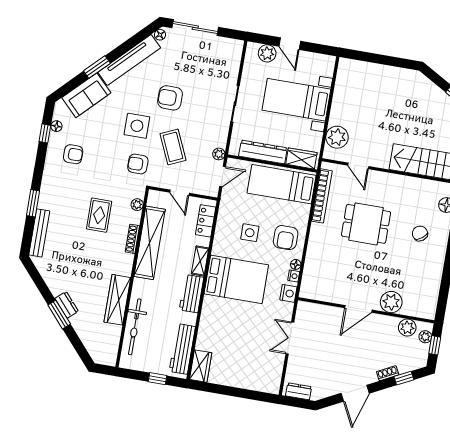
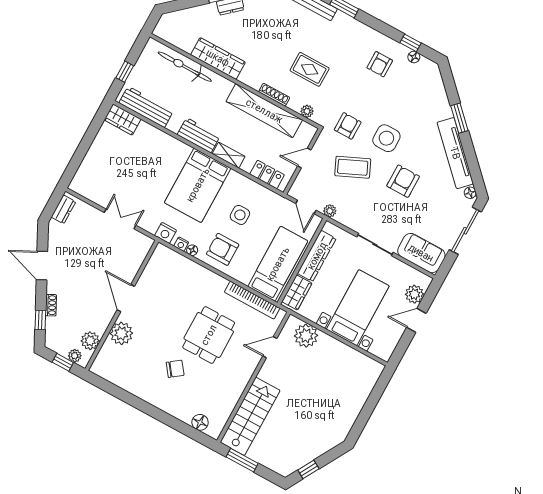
sofa: (86, 95) -> (421, 253), moved, turned 135
chair: (420, 233) -> (175, 369), moved

